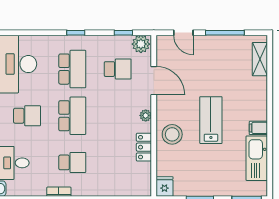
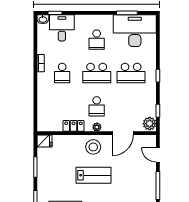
door: (183, 33) -> (158, 155), hinge flipped
school desk: (118, 69) -> (97, 106), moved
stool: (172, 134) -> (93, 147), moved

